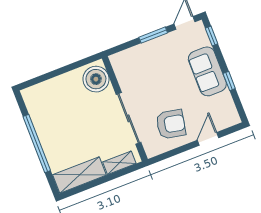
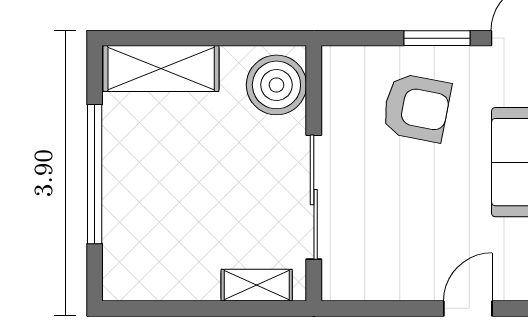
armchair: (171, 124) -> (416, 108), moved
shelving: (80, 175) -> (161, 69), moved

